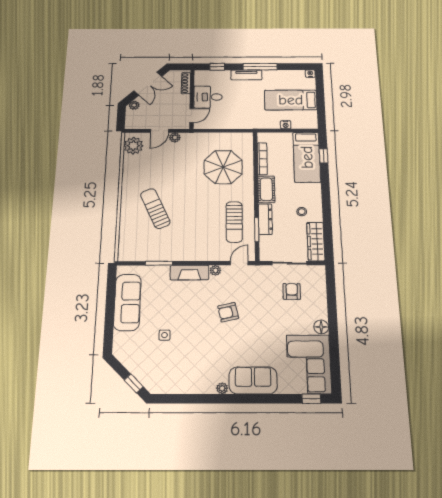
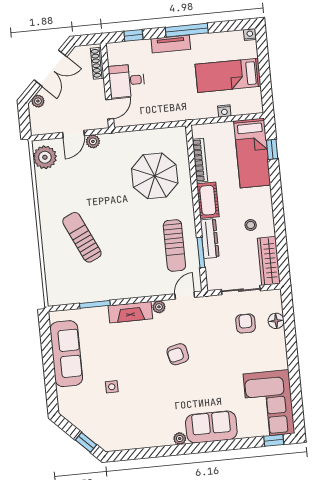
floor lamp: (321, 327) -> (276, 321), moved

